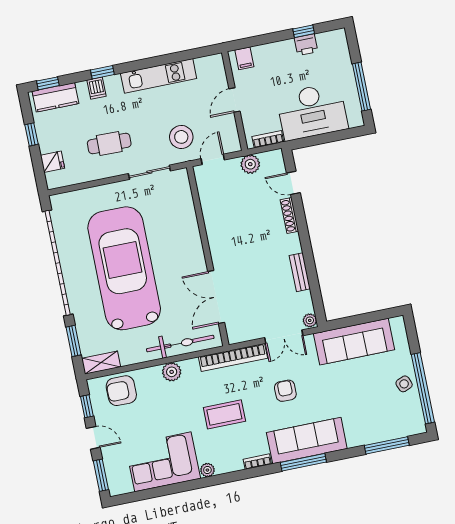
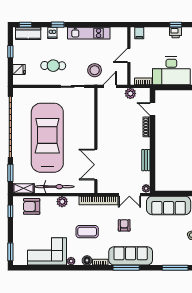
bicycle: (180, 344) -> (55, 187), moved
door: (93, 438) -> (10, 230), removed
floor lamp: (234, 463) -> (87, 260), added

